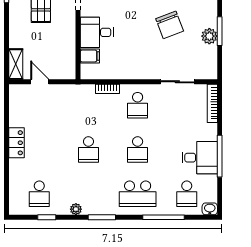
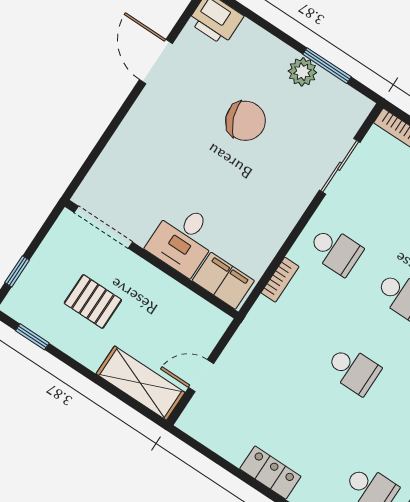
window: (220, 31) -> (327, 66), moved
filing cabinet: (90, 56) -> (223, 281), width x2.00
shelving: (16, 64) -> (141, 383), width x1.50, depth x1.33

